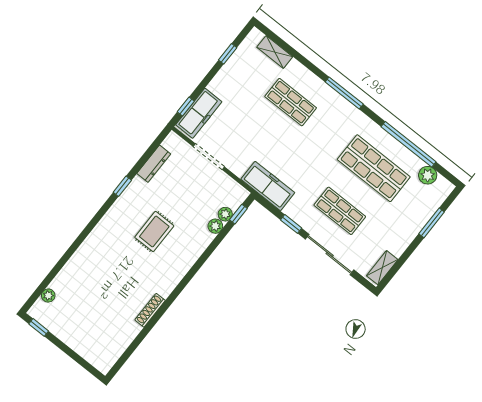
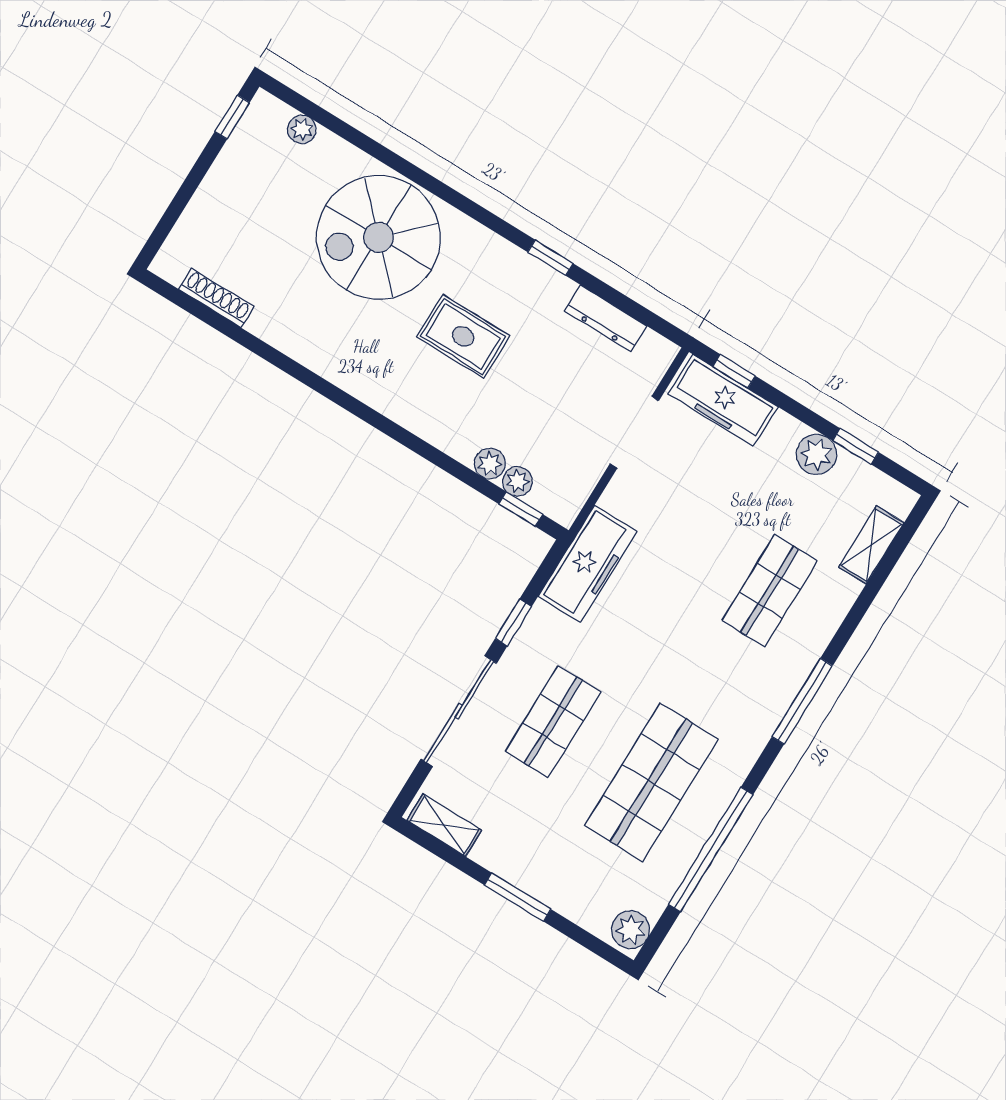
plant: (229, 72) -> (817, 454), added
plant: (428, 175) -> (630, 930), moved
window: (432, 223) -> (518, 897), moved
spiral stairs: (103, 266) -> (379, 237), added
shoe rack: (150, 310) -> (216, 298), moved

